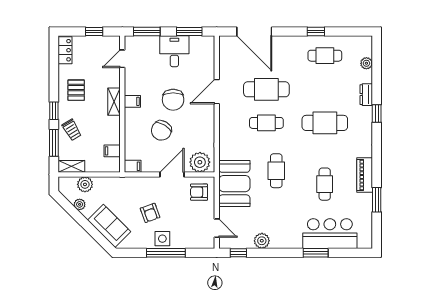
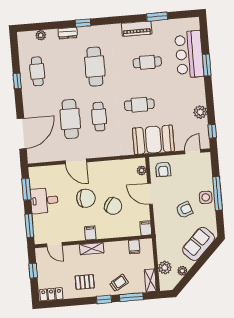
plant: (200, 162) -> (142, 170), width x0.53, depth x0.53

